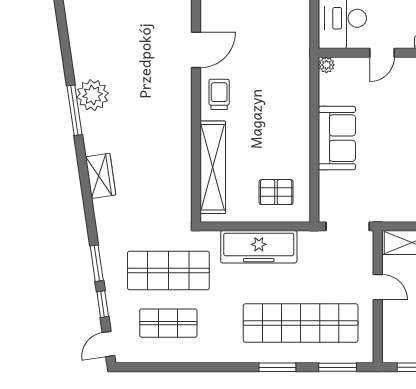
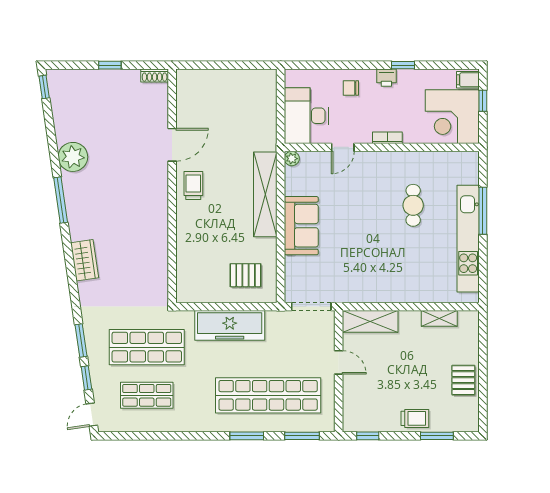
plant: (93, 95) -> (73, 157), moved
shelving: (213, 167) -> (265, 194), moved

